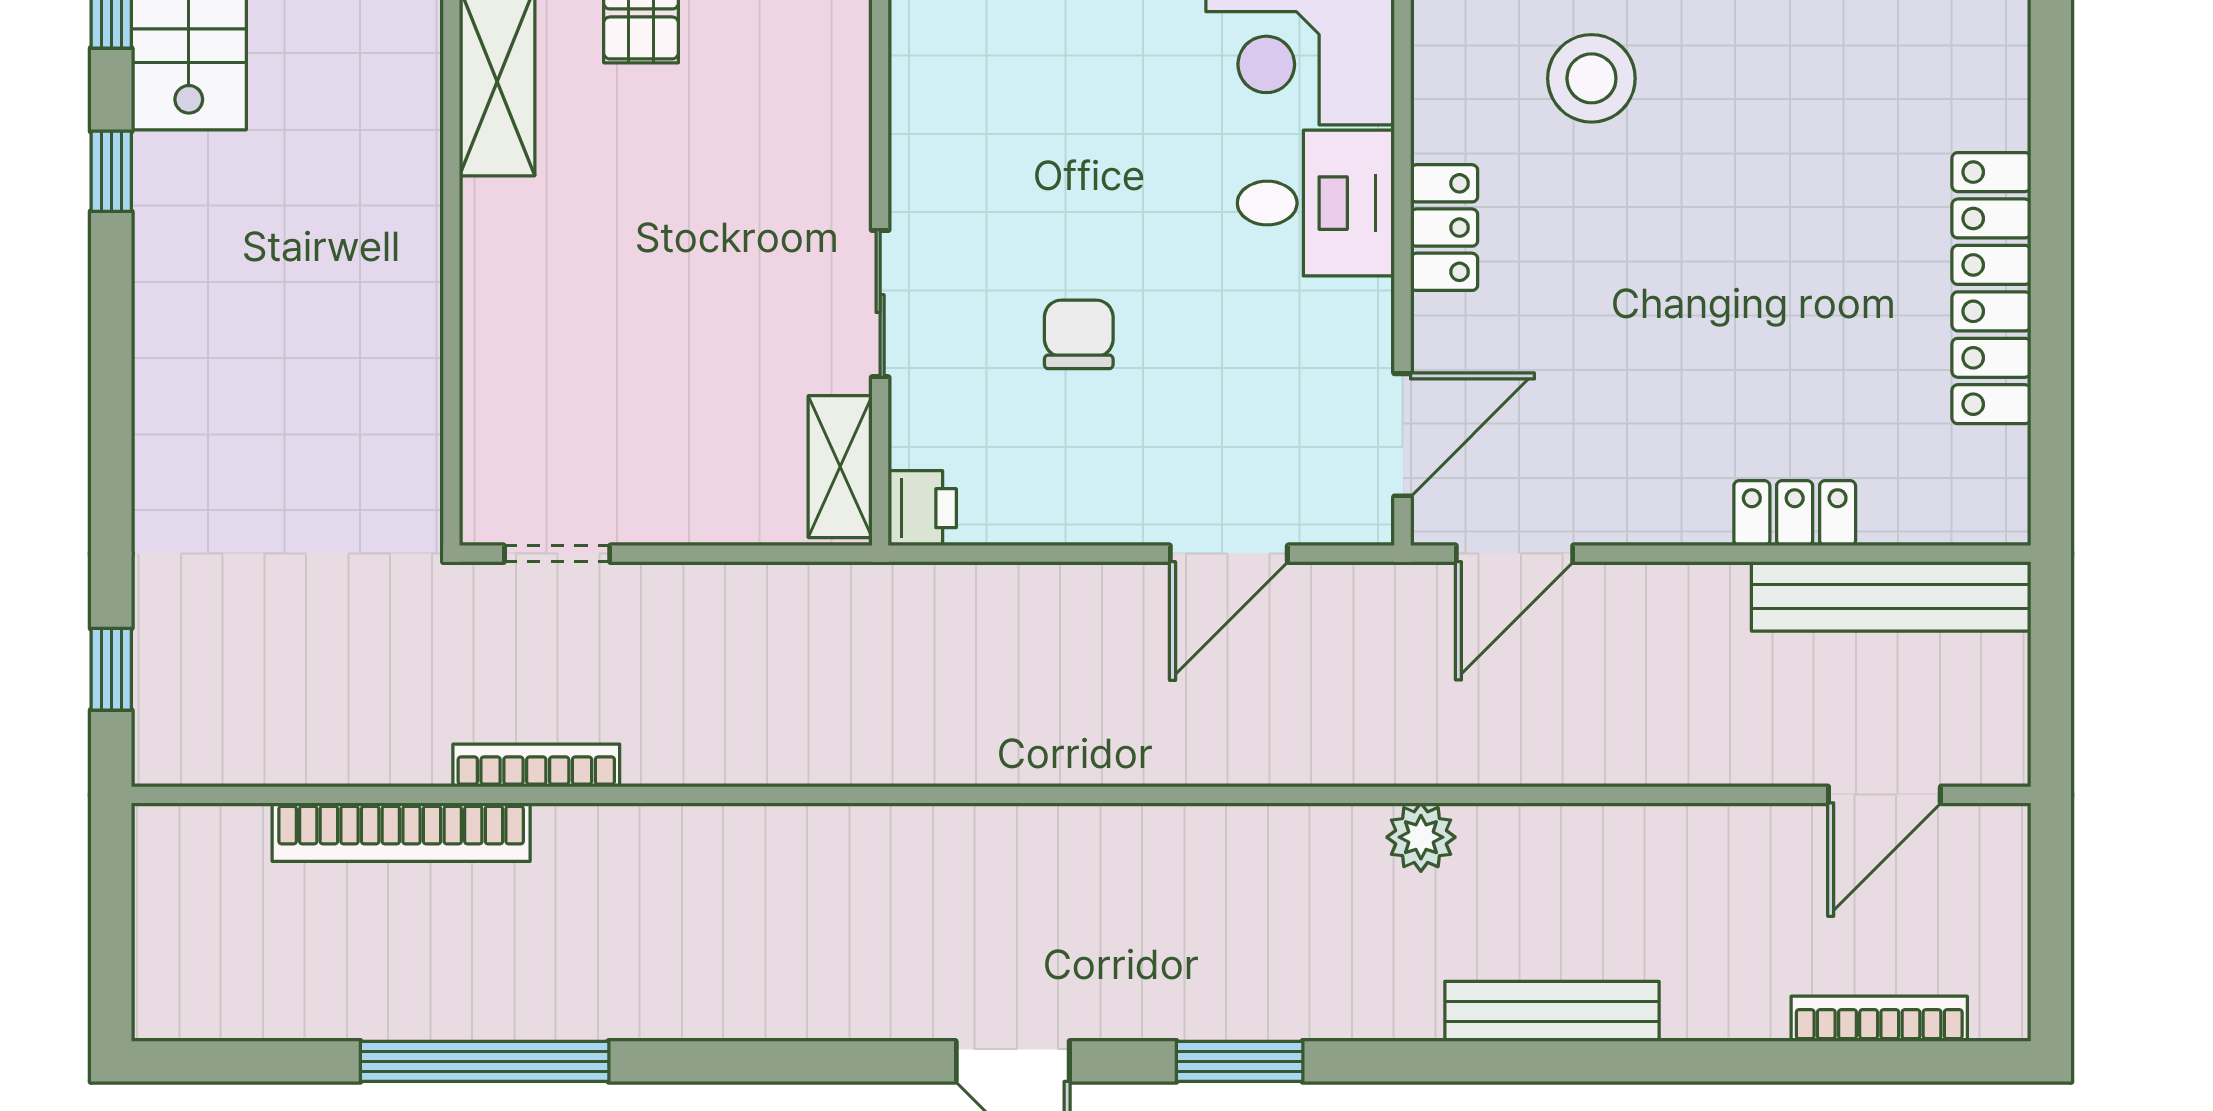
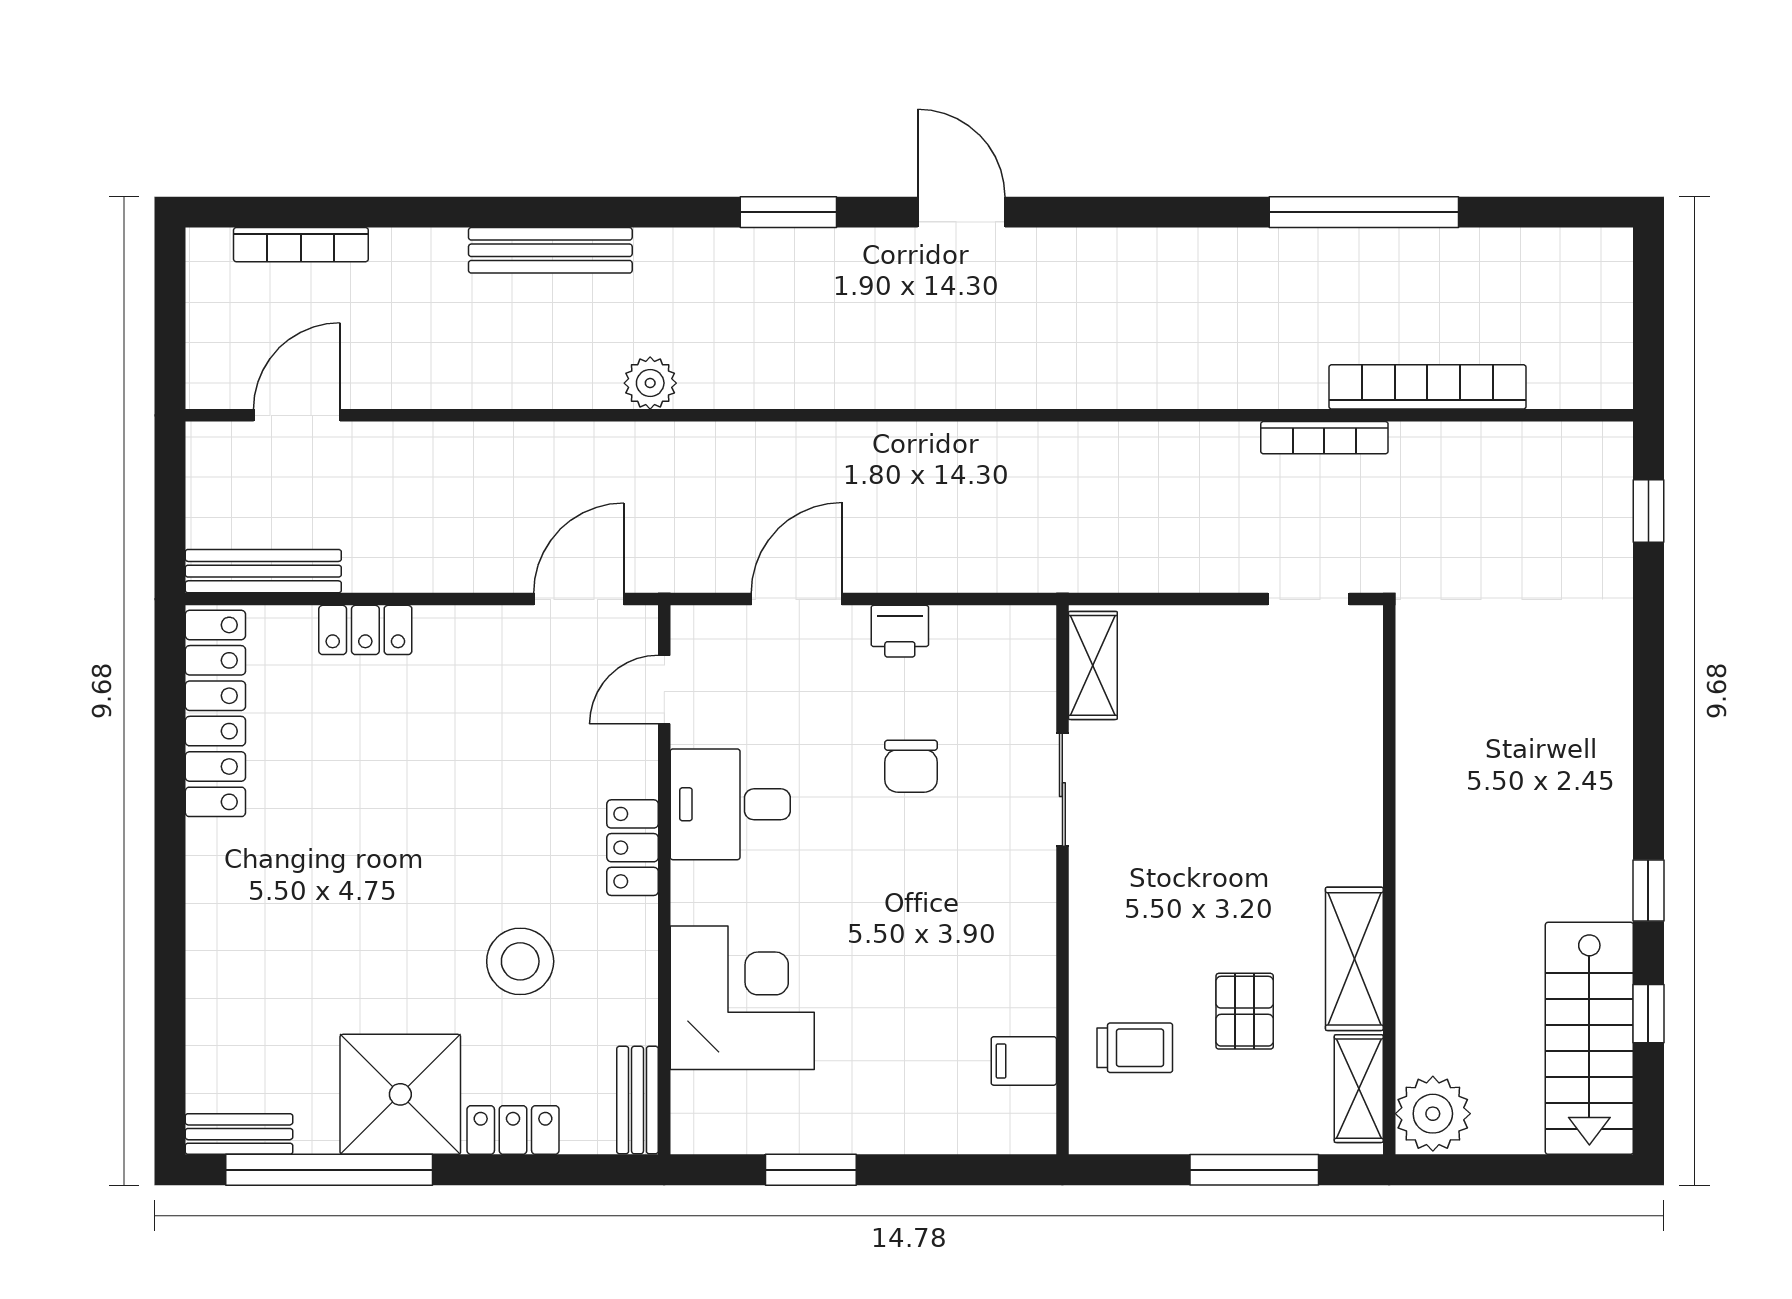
desk: (1316, 203) -> (730, 804), moved
locker: (1991, 288) -> (215, 713), moved
door: (1403, 435) -> (664, 690), width x0.73
printer: (922, 508) -> (900, 631), moved, turned -90
bench: (1891, 596) -> (263, 571), width x0.73, depth x0.82

